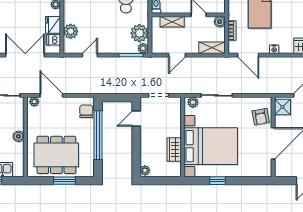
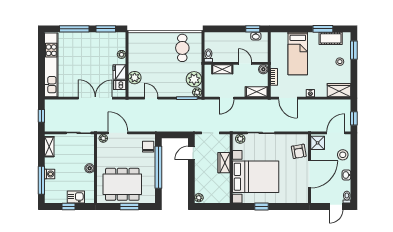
door: (90, 55) -> (151, 98), hinge flipped
wardrobe: (174, 149) -> (224, 163), moved

